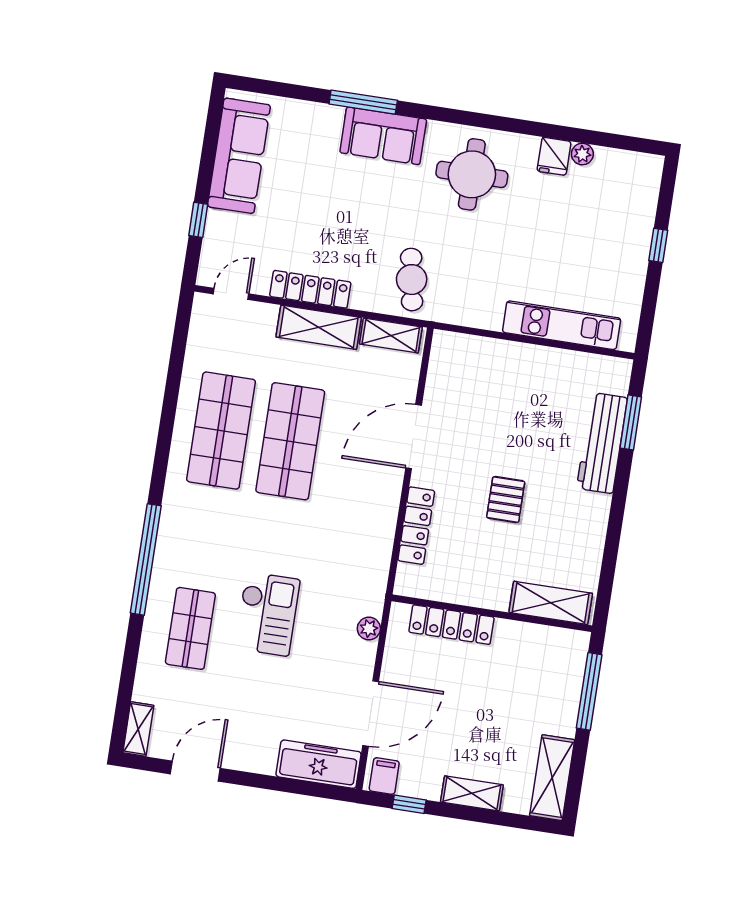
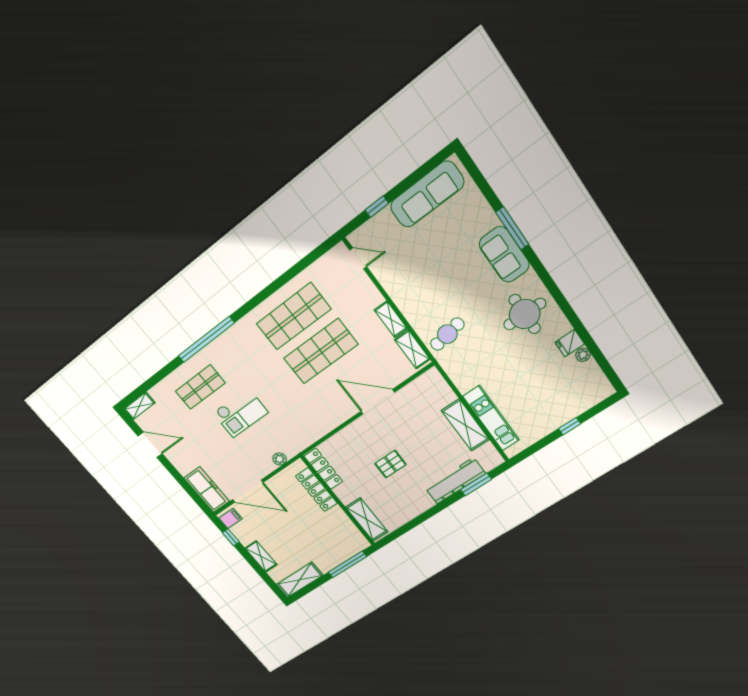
locker: (310, 289) -> (397, 293), removed
shelving: (319, 327) -> (391, 319), width x0.67, depth x0.75
shelving: (541, 363) -> (465, 425), added
locker: (416, 526) -> (323, 469), moved, turned -90

